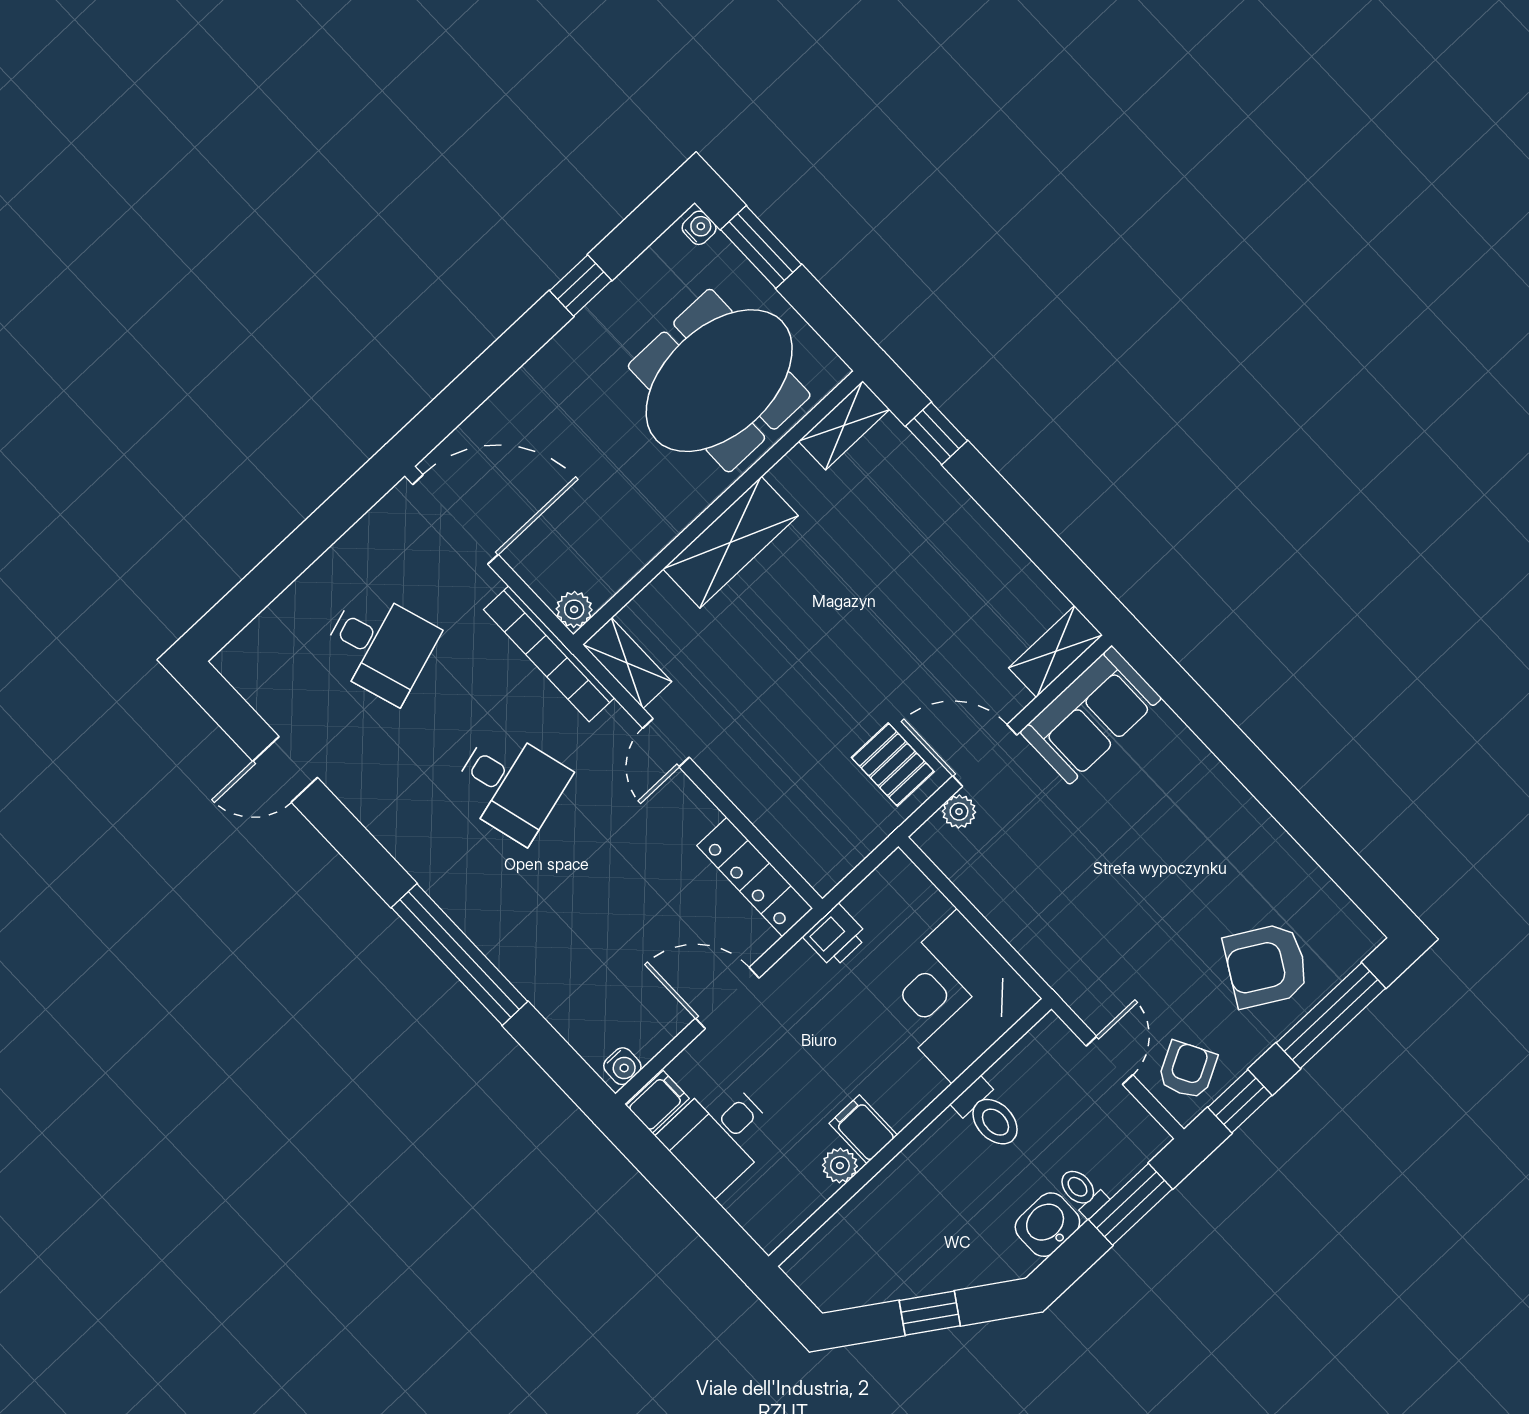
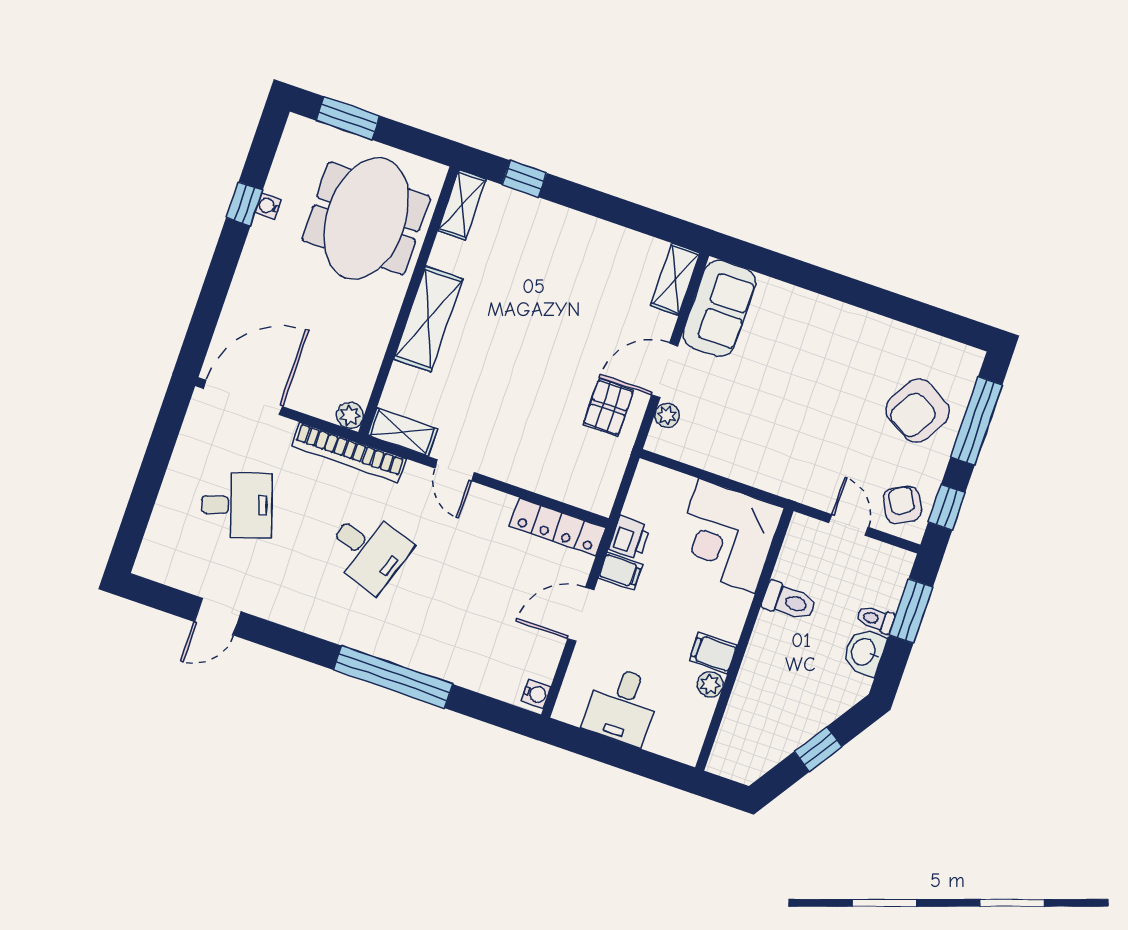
water cooler: (699, 228) -> (268, 206), moved, turned -90
pallet: (893, 765) -> (608, 408), turned 90
desk: (510, 785) -> (368, 550), turned 33
filing cabinet: (658, 1102) -> (620, 571), moved, turned 90

